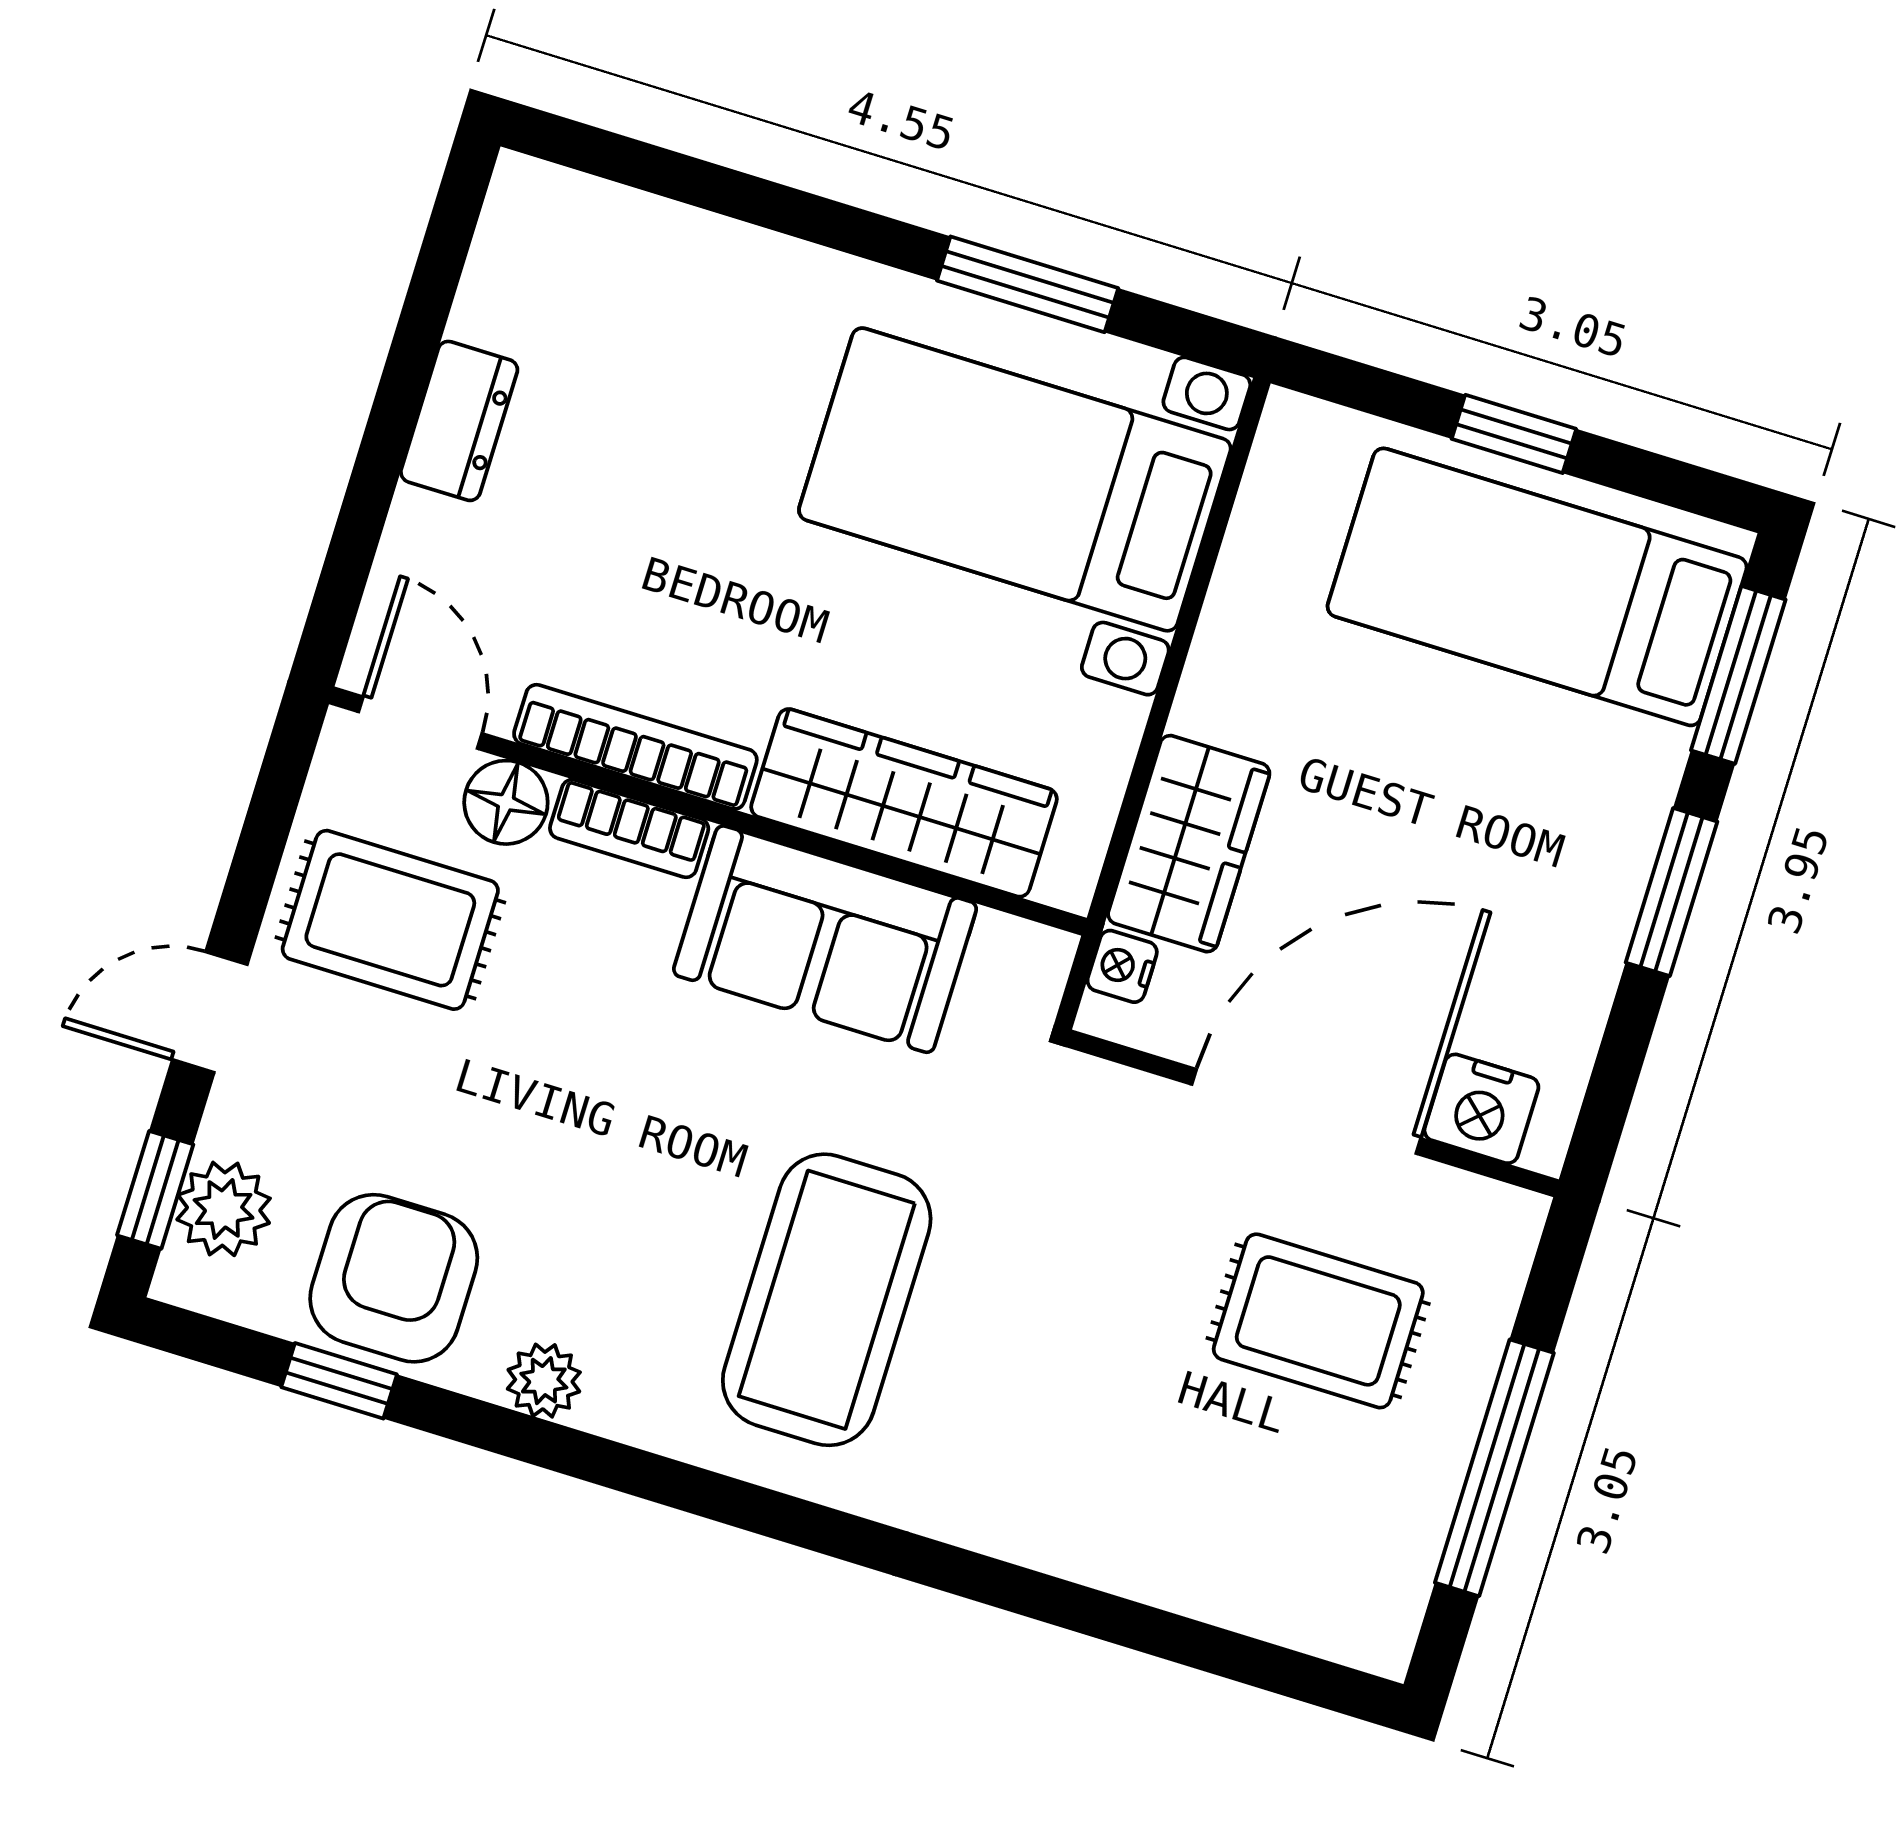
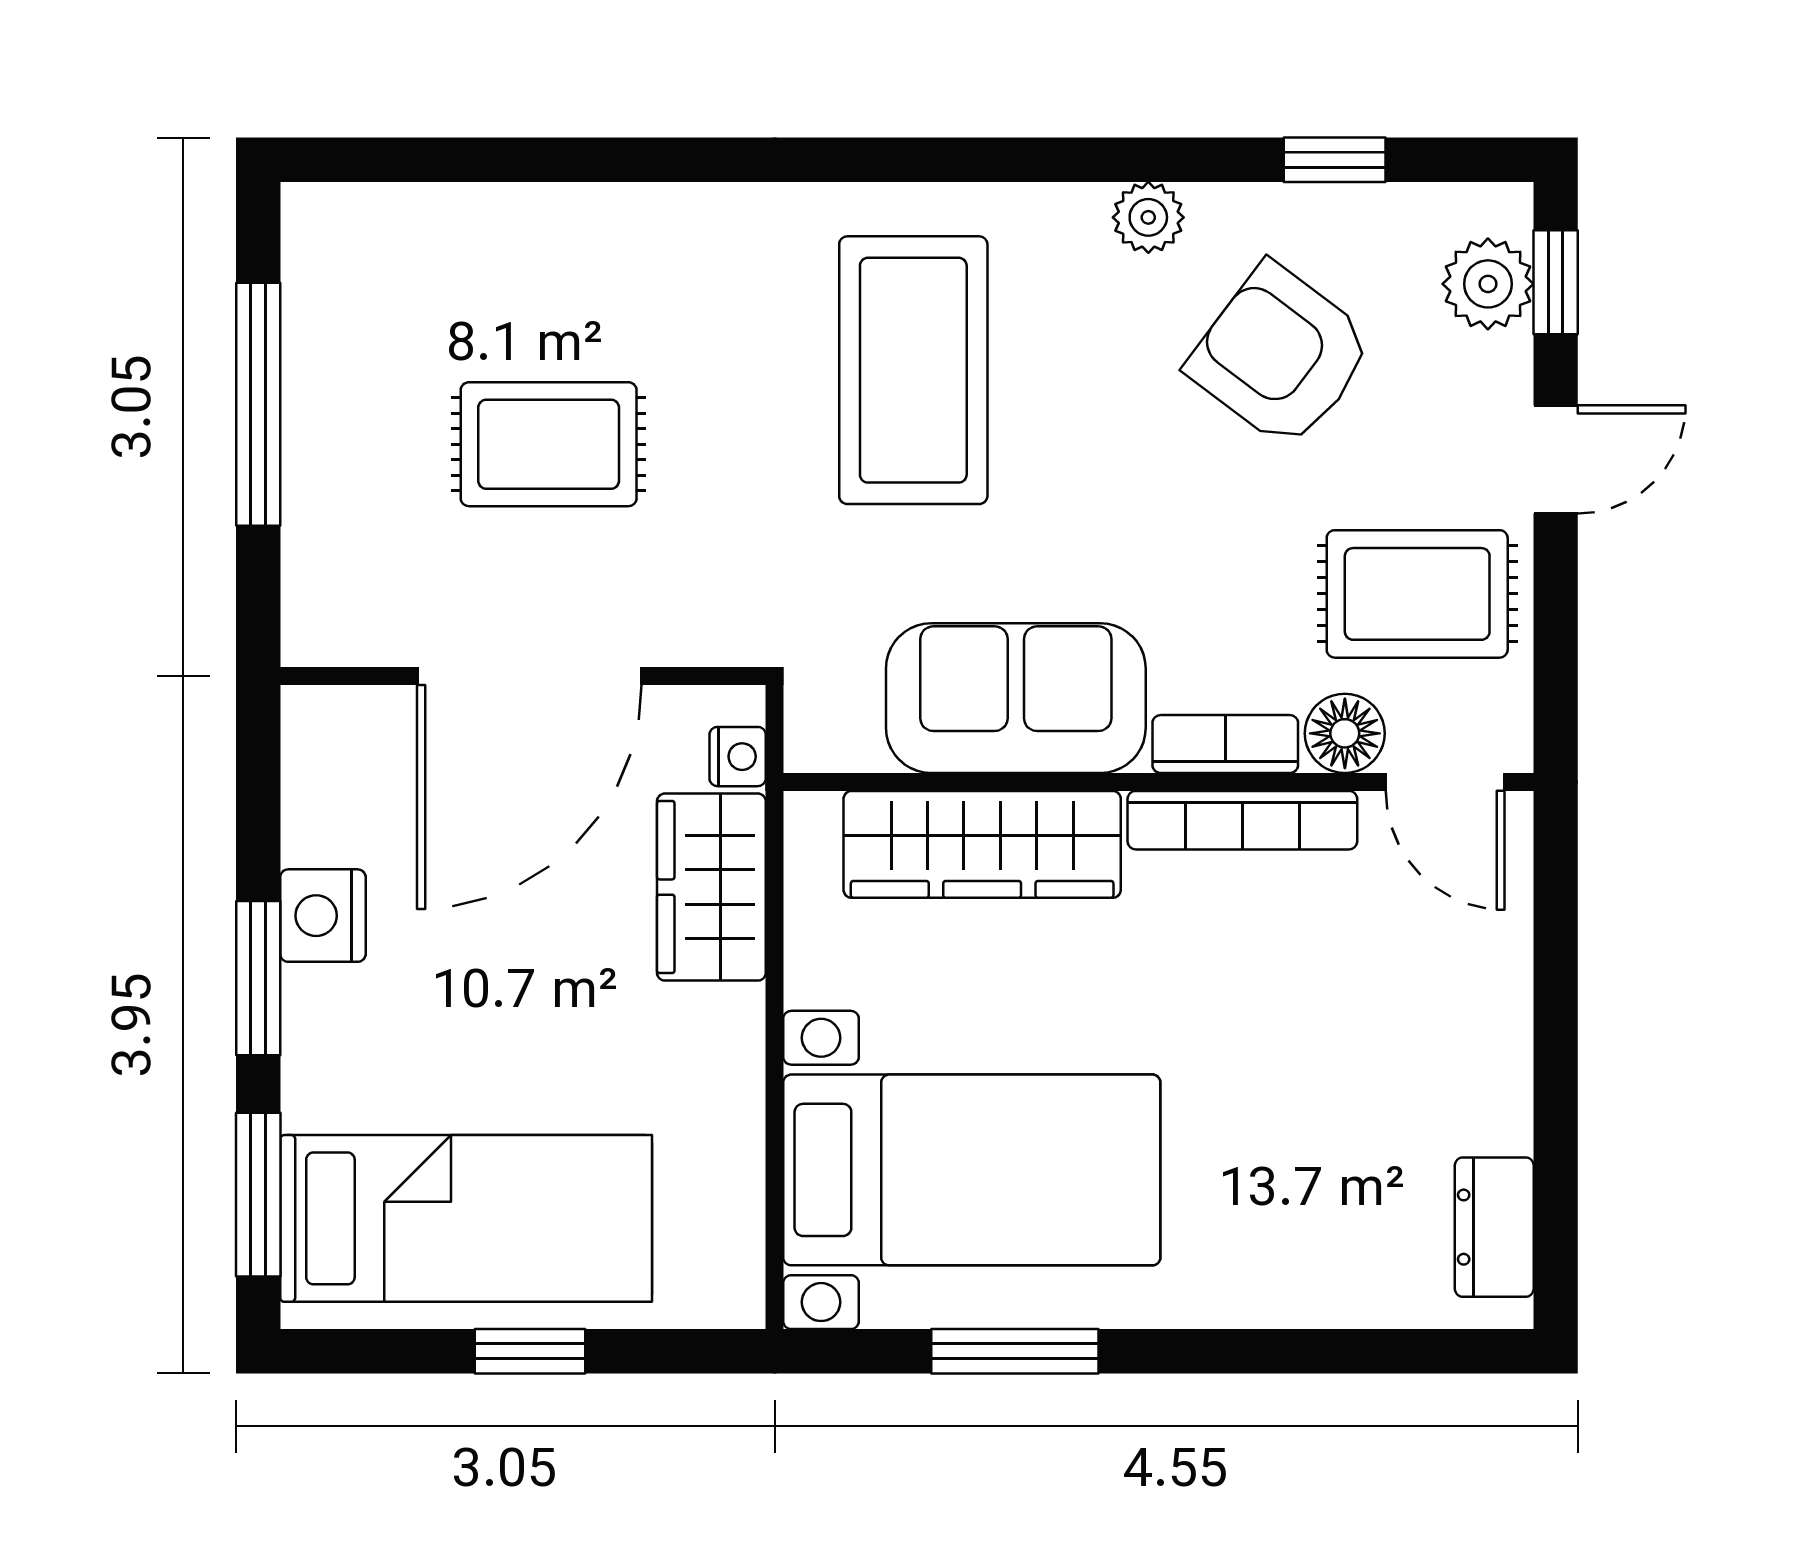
dresser: (459, 421) -> (1494, 1227), moved
nightstand: (1481, 1109) -> (323, 916), moved, turned -90
armchair: (394, 1278) -> (1281, 356), moved, turned 127
rug: (1318, 1321) -> (549, 444), moved

